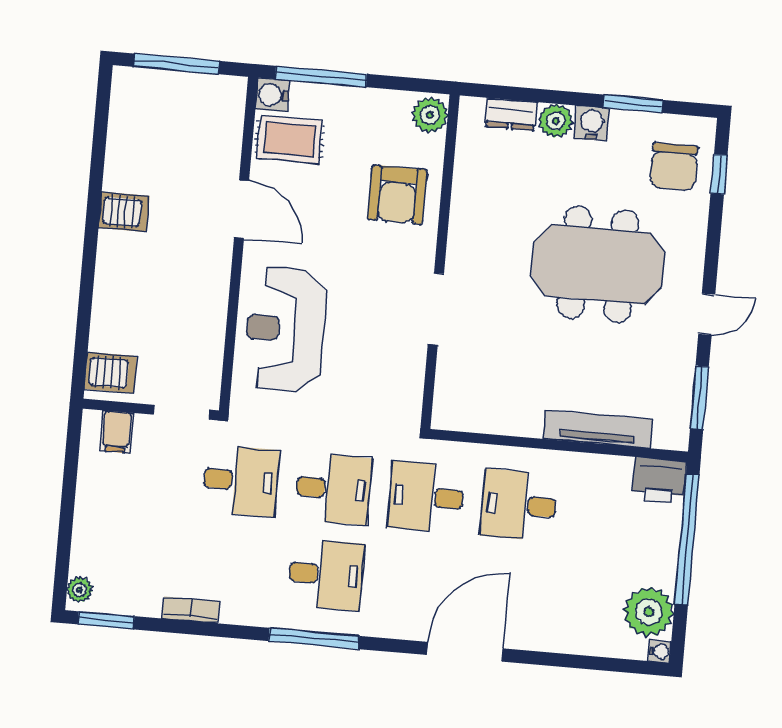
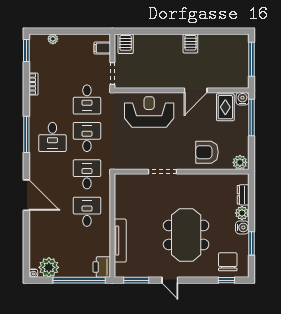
chair: (674, 167) -> (228, 262), turned 90
desk: (333, 489) -> (87, 137), turned 180
plant: (80, 590) -> (53, 39), moved

